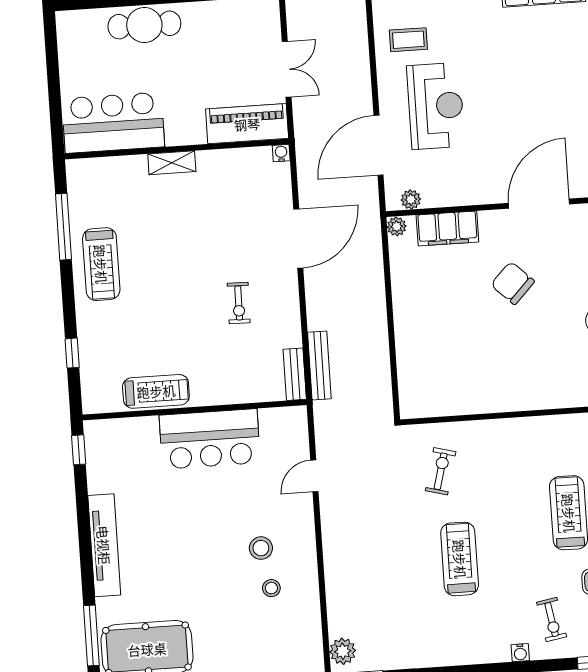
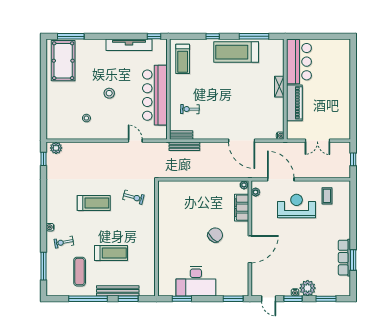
cafe table: (144, 25) -> (342, 79), removed
reception desk: (436, 106) -> (297, 206), turned 180
piano: (247, 124) -> (294, 103), moved
door: (539, 204) -> (250, 249), hinge flipped
treadmill: (101, 264) -> (236, 52), width x1.37, depth x1.38
exercise bike: (239, 303) -> (190, 109), moved
window: (72, 353) -> (213, 36), moved
treadmill: (156, 391) -> (183, 59), moved
bar counter: (210, 439) -> (155, 95), width x1.36
tv unit: (104, 545) -> (129, 45), moved
stool: (261, 548) -> (109, 93), moved

